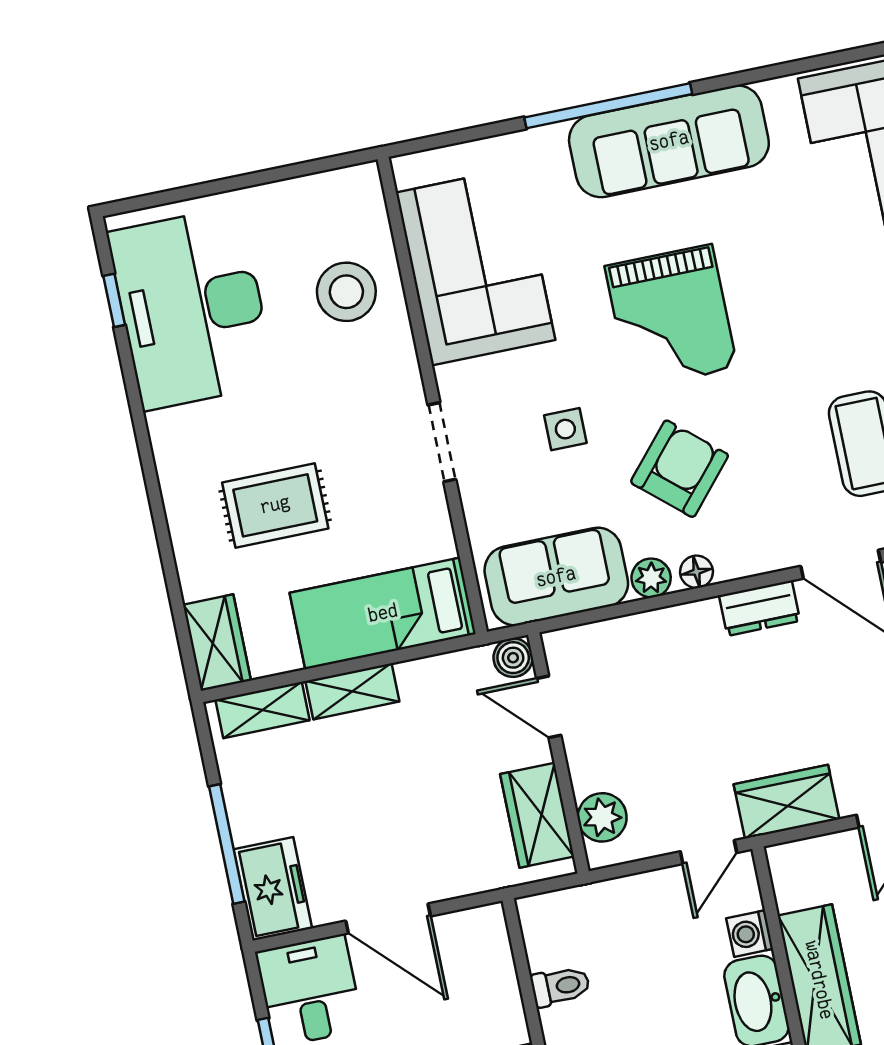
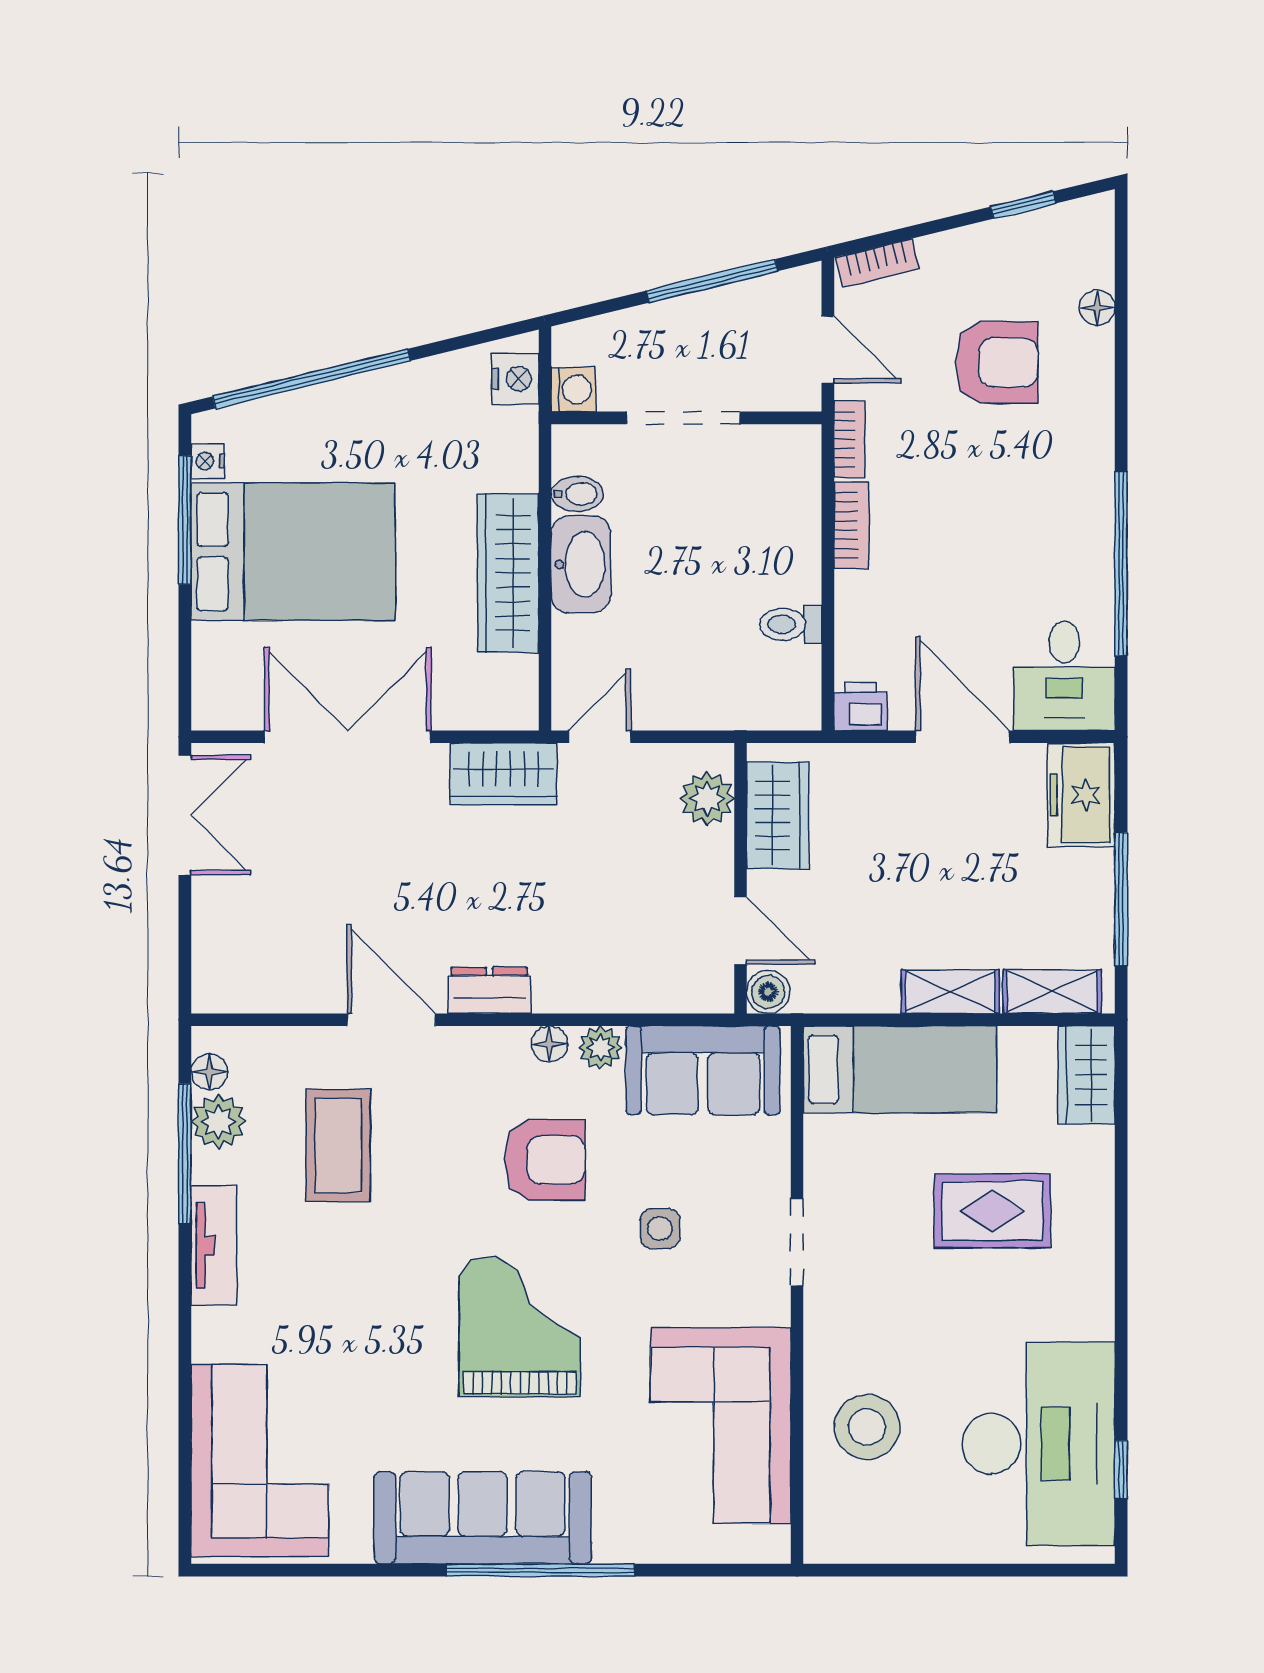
armchair: (680, 469) -> (545, 1160), turned -131
window: (227, 844) -> (1121, 899), moved
printer: (484, 926) -> (860, 707), added
washing machine: (750, 934) -> (573, 639), removed

